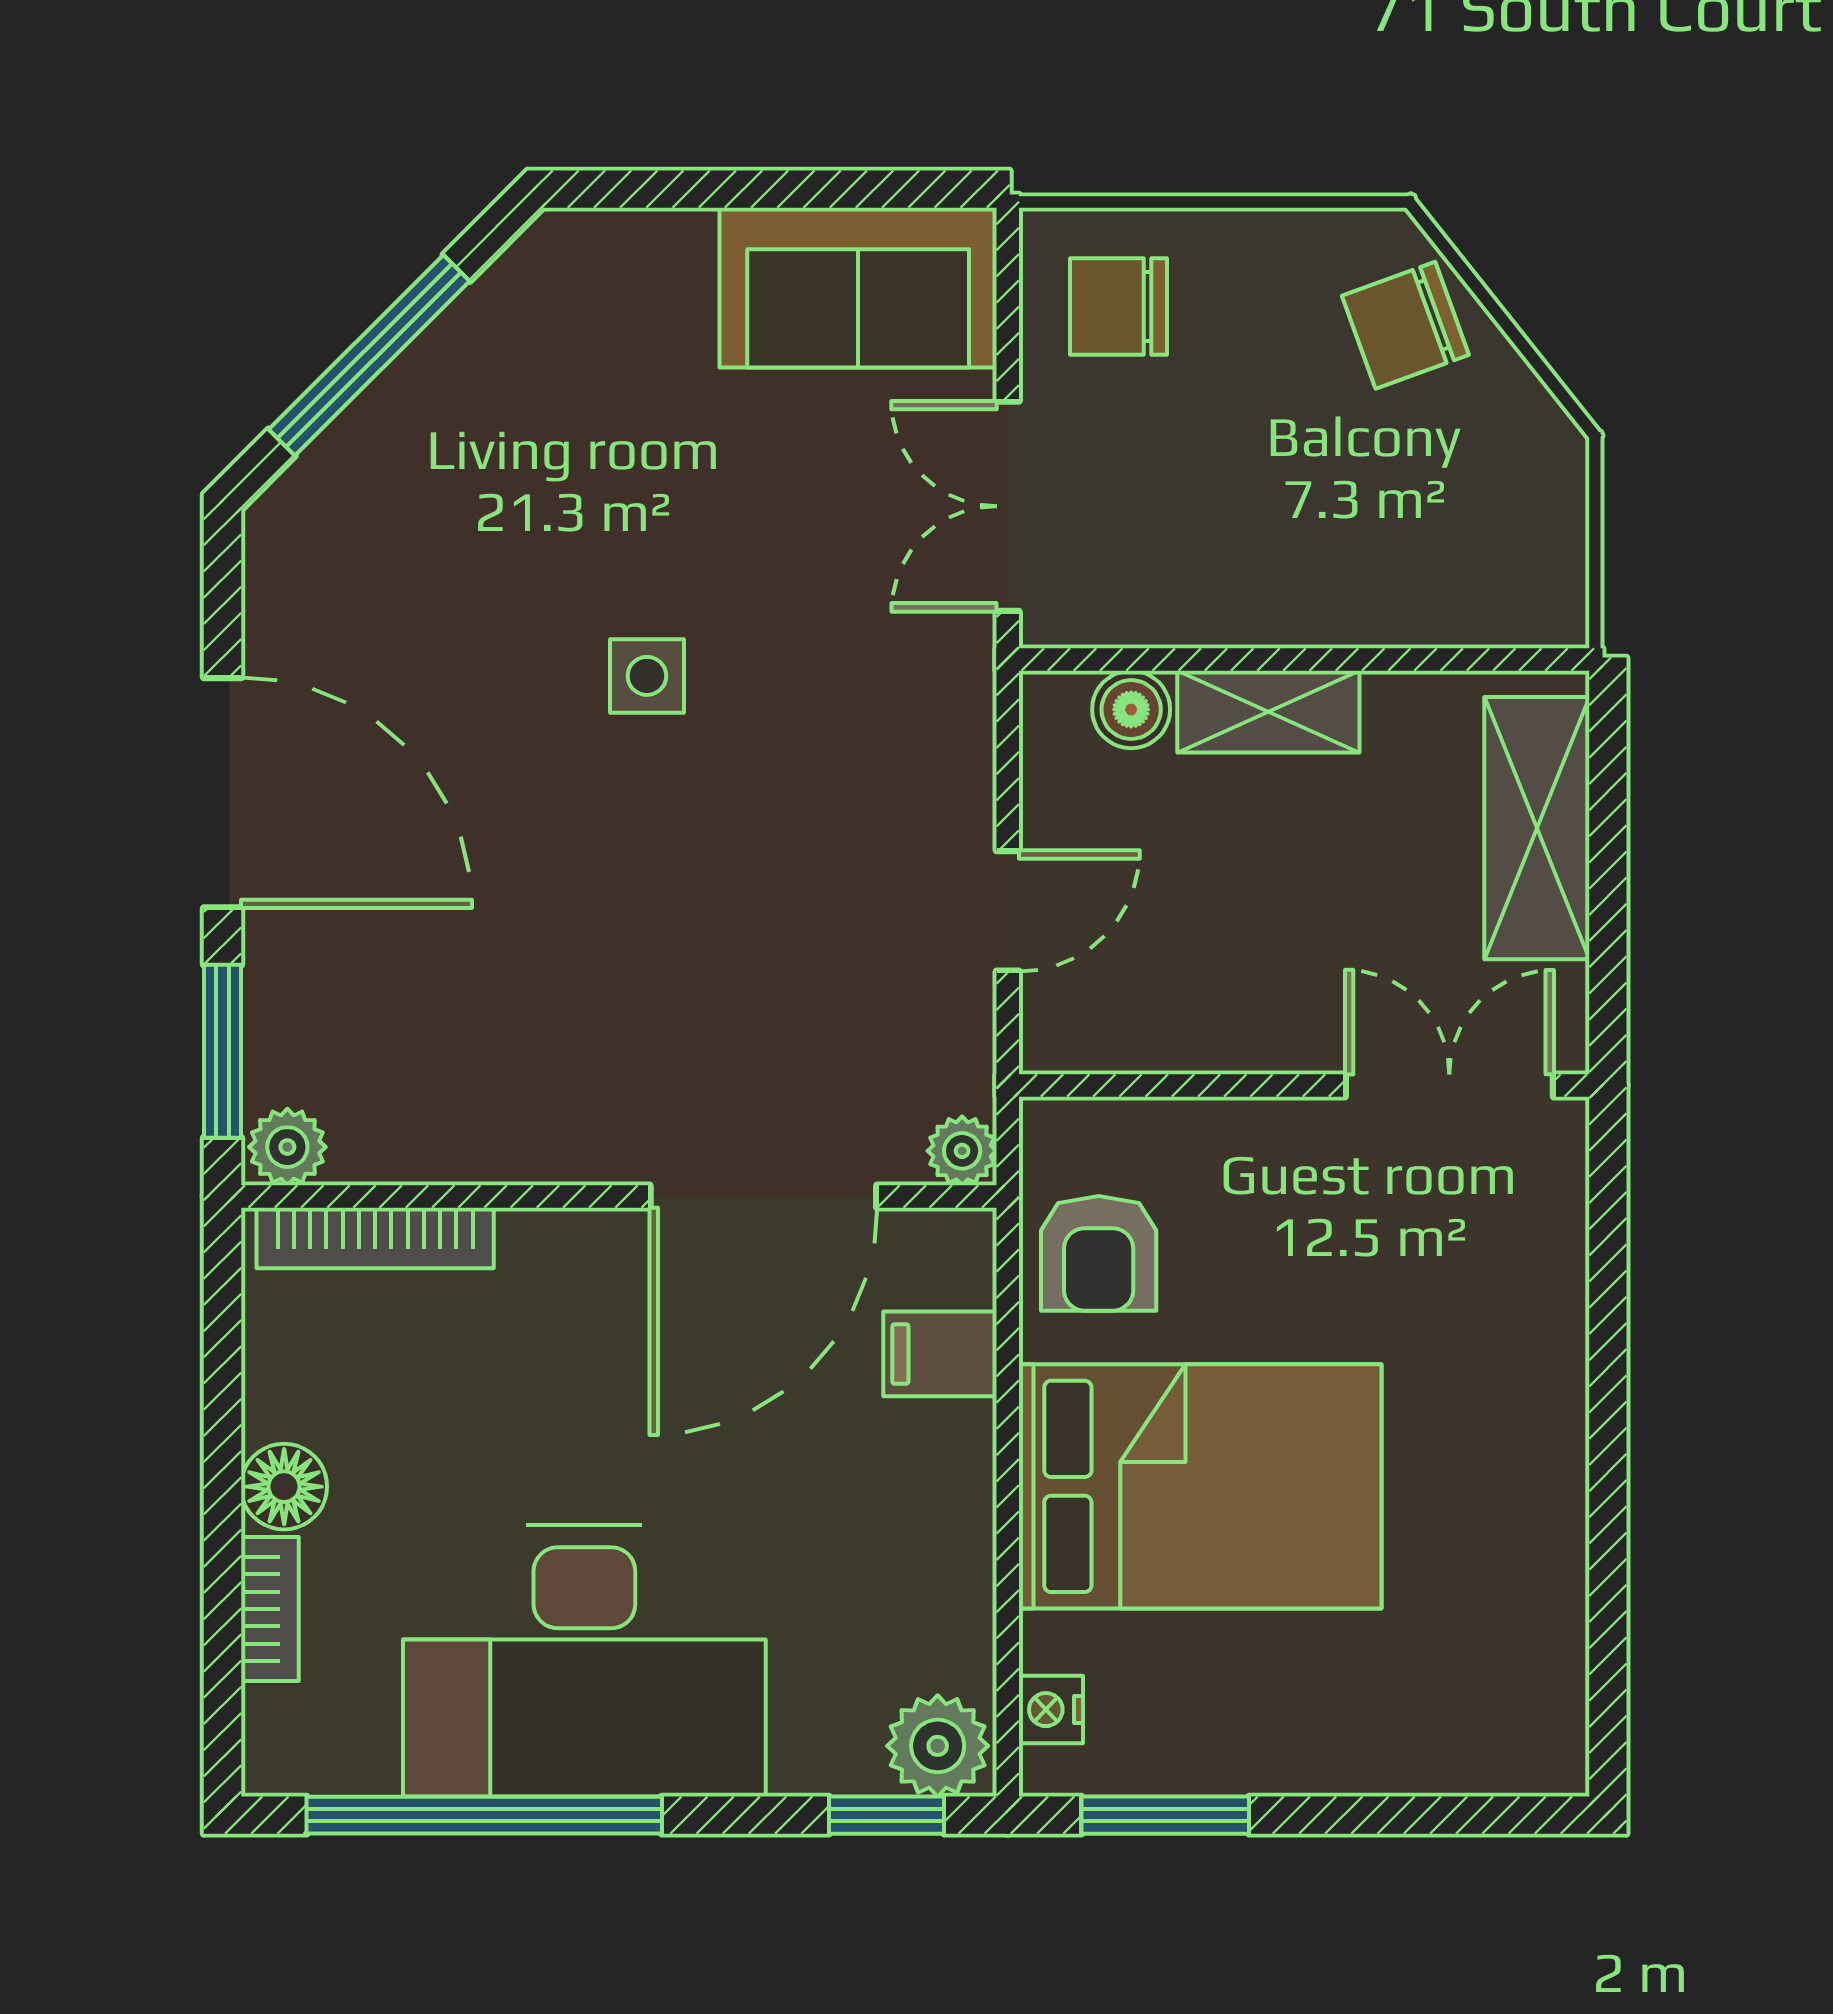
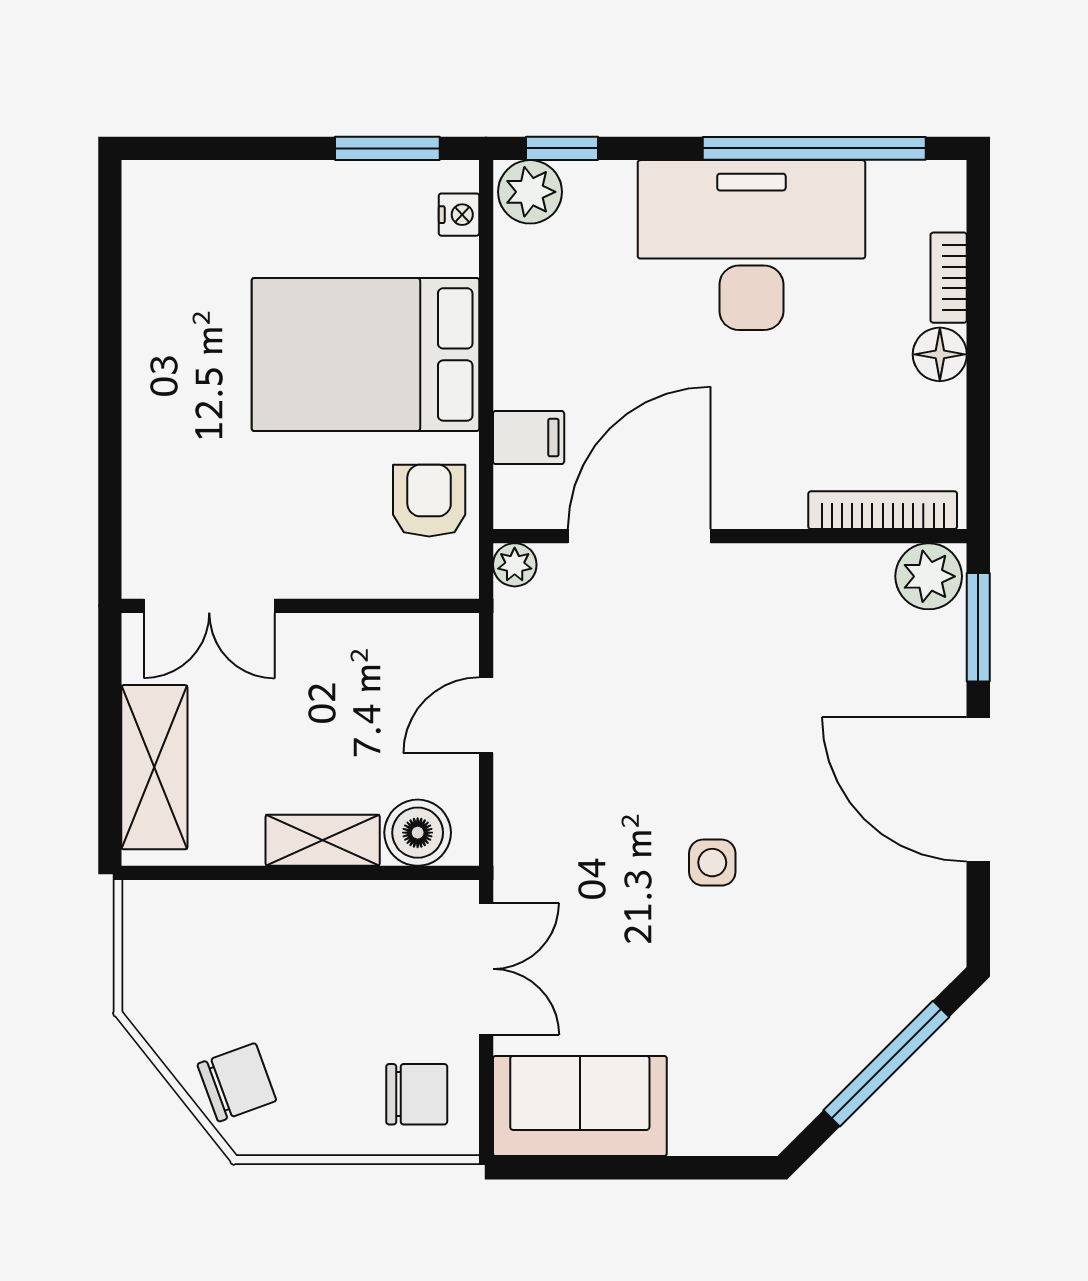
boiler: (1131, 709) -> (418, 833), width x1.36, depth x1.36
plant: (287, 1147) -> (929, 576), width x1.38, depth x1.38

